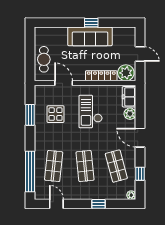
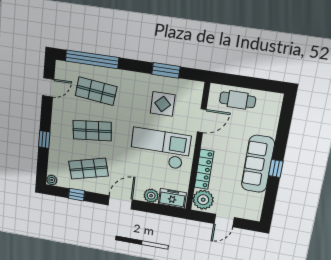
checkout: (91, 111) -> (160, 149), width x1.36, depth x1.21

